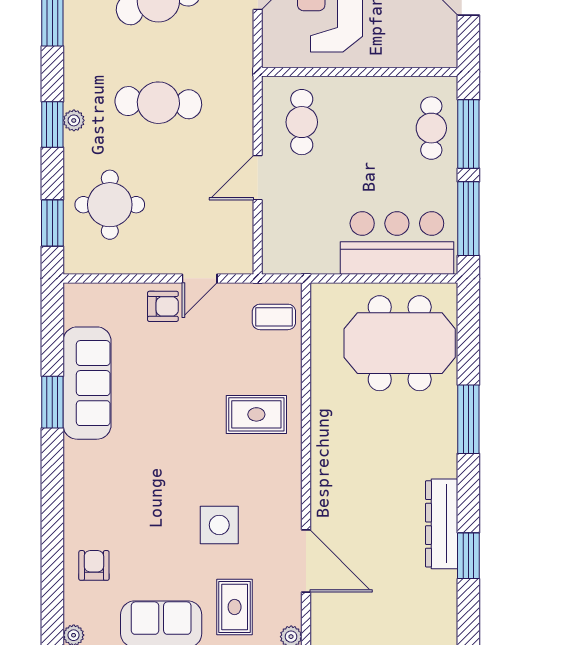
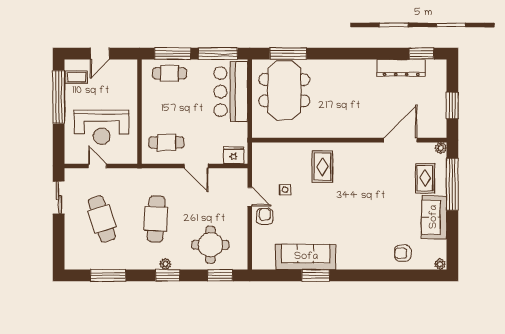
fridge: (278, 248) -> (234, 155), added
coffee table: (274, 317) -> (270, 157), removed
window: (468, 419) -> (288, 54), moved
dresser: (442, 524) -> (401, 68), moved
side table: (219, 525) -> (285, 190), moved, width x0.54, depth x0.54
window: (468, 556) -> (422, 54), moved
rug: (235, 607) -> (425, 178), turned 90

